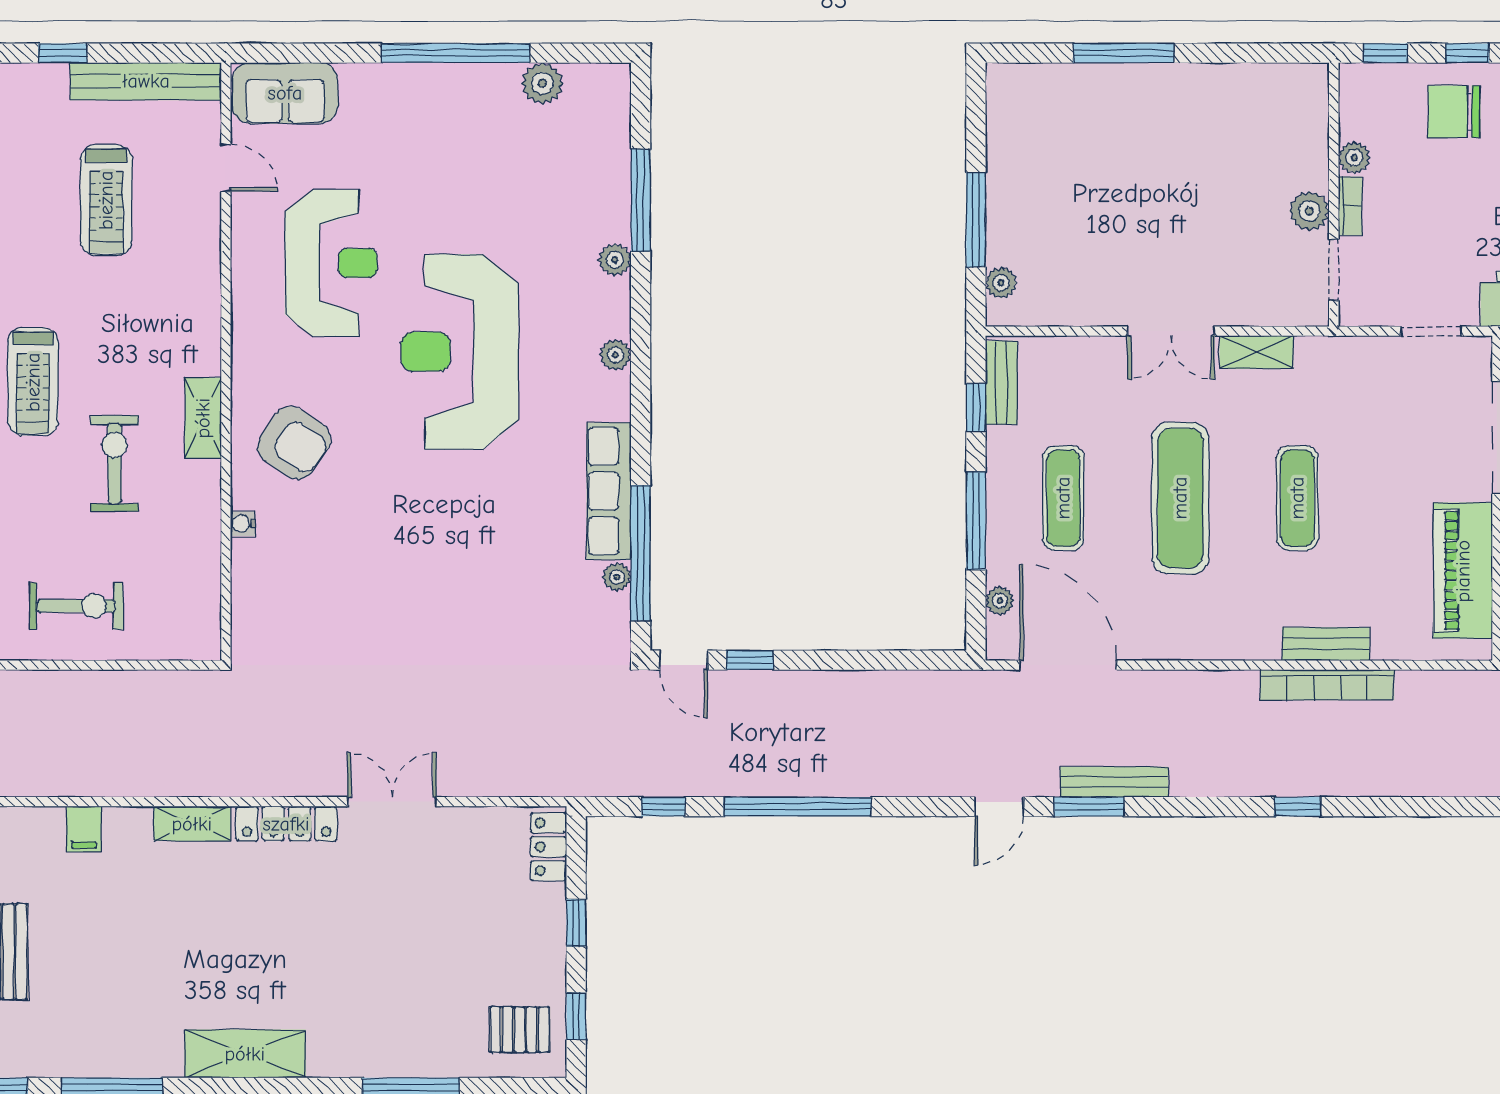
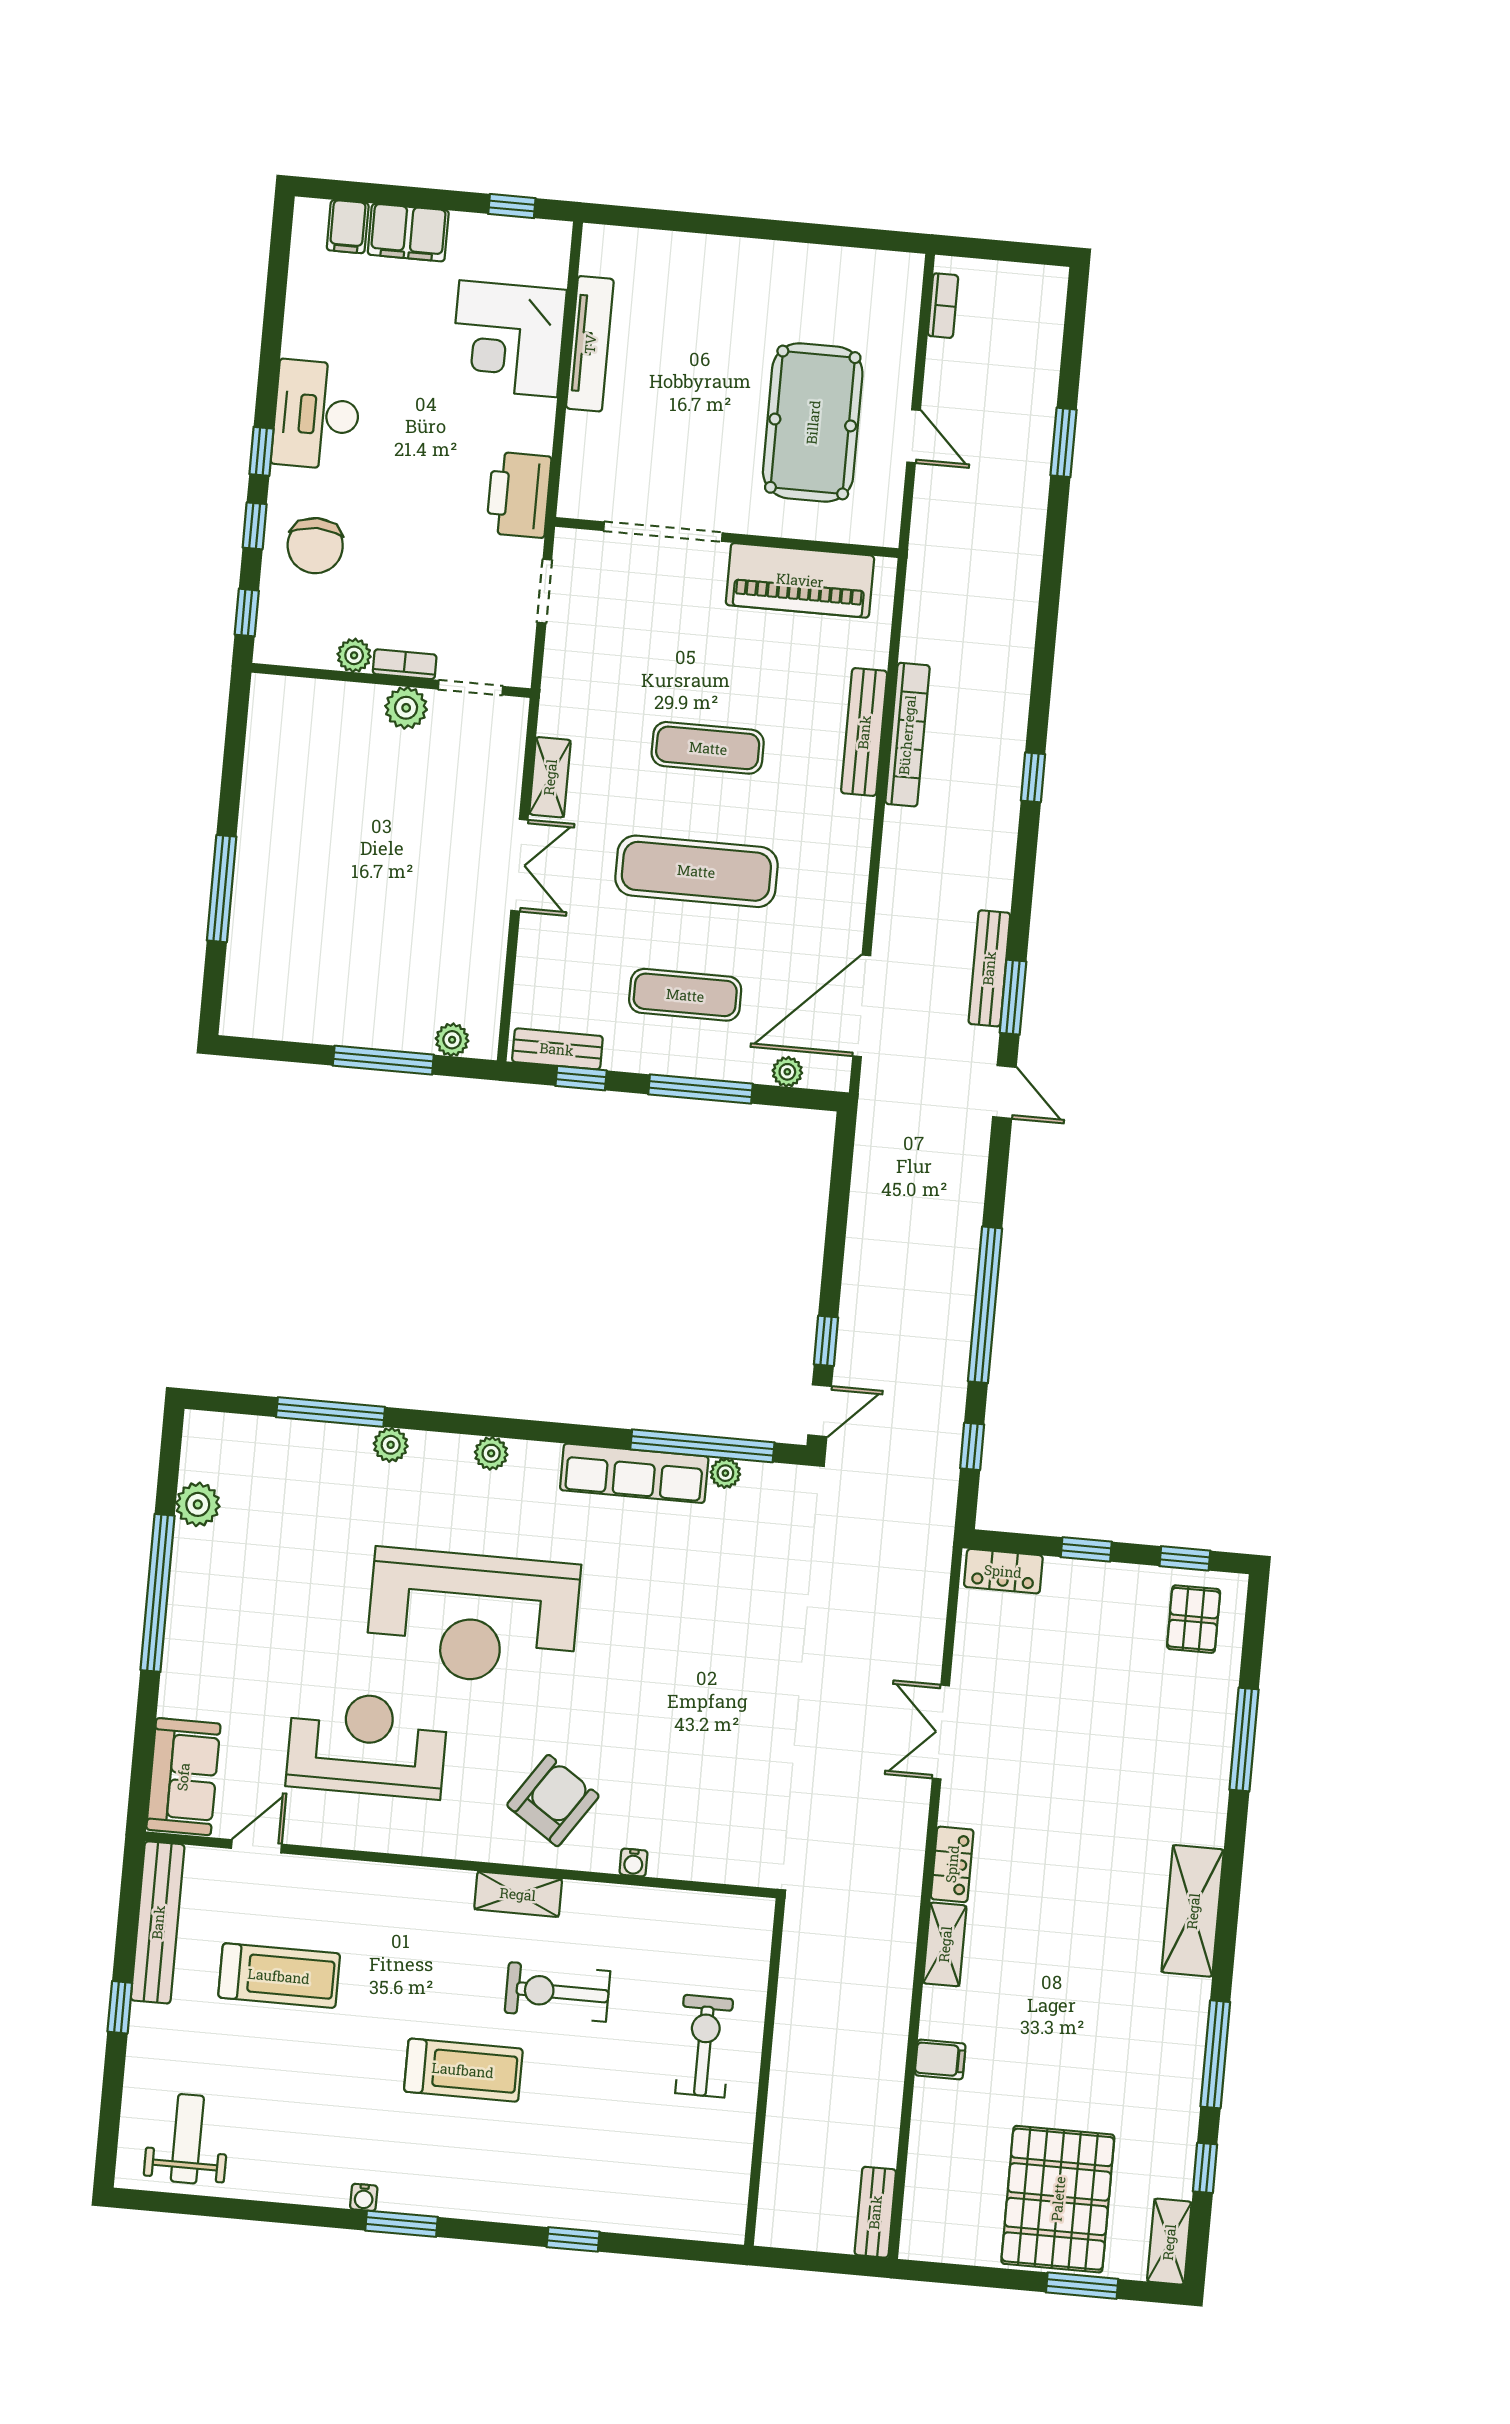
bench: (1326, 644) -> (864, 732), width x1.36
locker: (286, 824) -> (952, 1864), width x0.66

